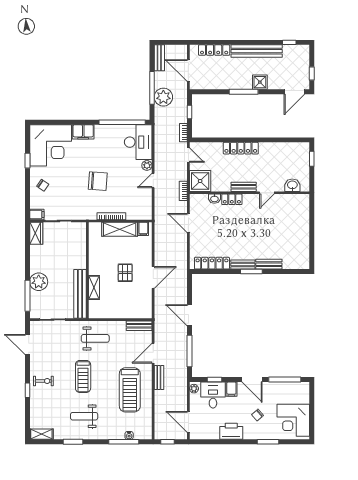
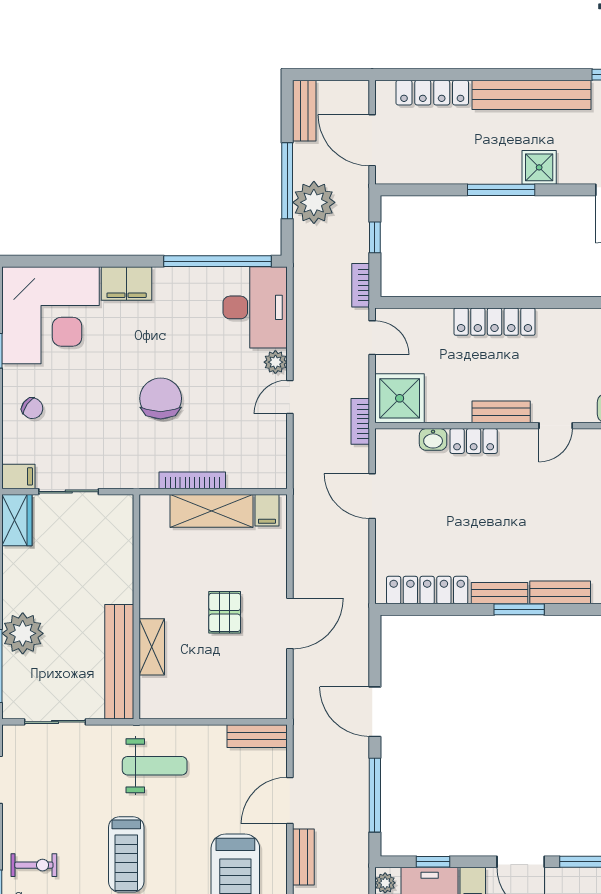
chair: (98, 181) -> (161, 398), turned -94

